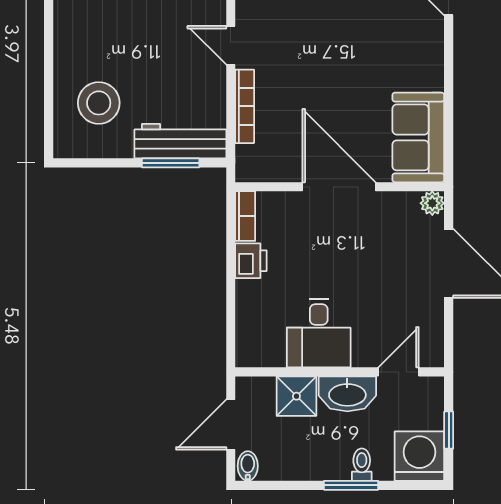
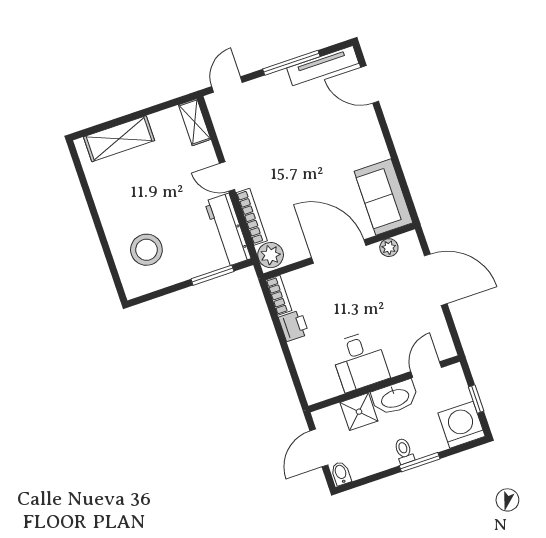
workbench: (180, 141) -> (228, 230), moved, turned -90
plant: (252, 162) -> (271, 255), added
plant: (432, 203) -> (389, 248), moved
toilet: (362, 465) -> (404, 451), moved

